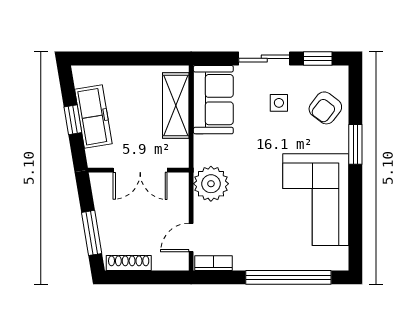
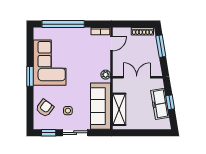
sofa: (213, 100) -> (100, 106), width x1.36
window: (355, 144) -> (30, 76), moved
plant: (211, 184) -> (106, 75), width x0.53, depth x0.53

